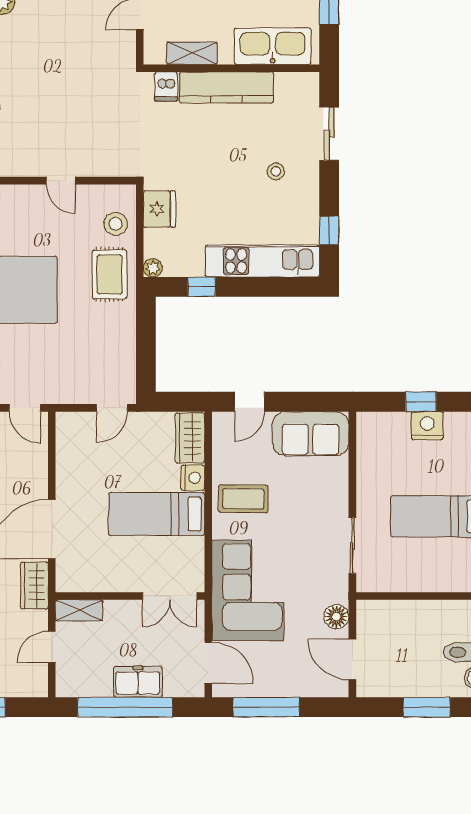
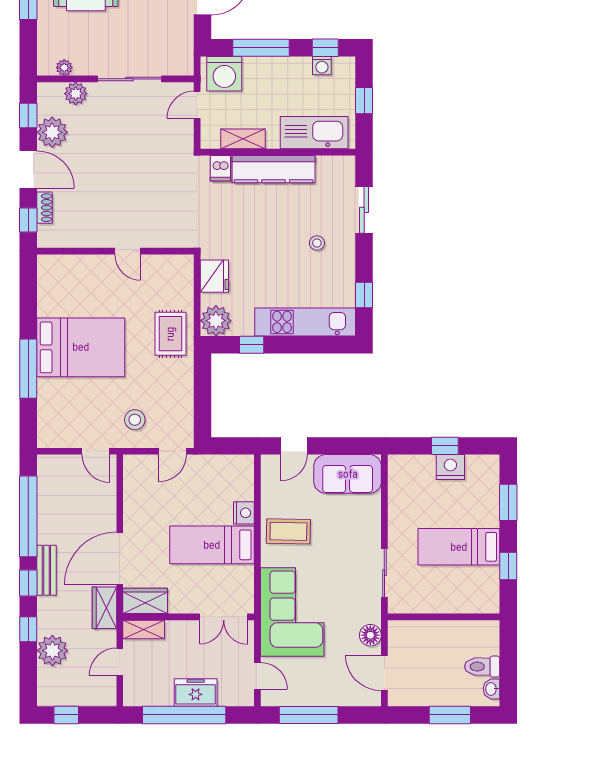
stool: (116, 224) -> (135, 420), moved
plant: (153, 268) -> (216, 321), width x1.87, depth x1.87
wardrobe: (190, 438) -> (145, 601), moved, turned 90
door: (208, 663) -> (257, 676), width x0.73

